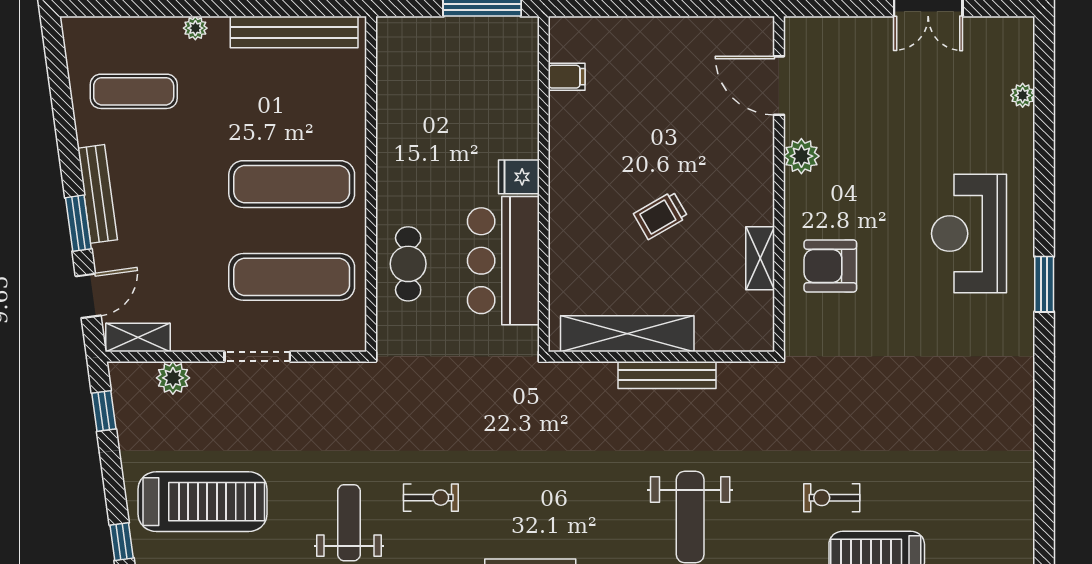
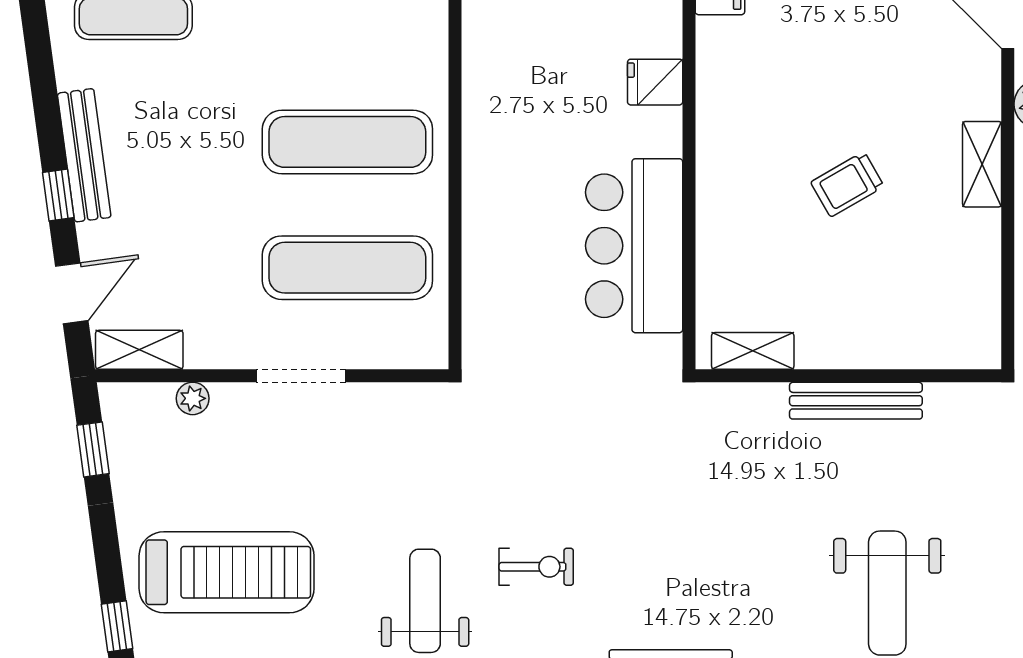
fridge: (519, 177) -> (655, 82), moved
window: (78, 223) -> (58, 195), width x0.67
shelving: (760, 258) -> (982, 164), moved
cafe table: (408, 264) -> (505, 250), removed
shelving: (627, 334) -> (753, 351), width x0.45, depth x0.75
plant: (173, 378) -> (193, 398), width x0.73, depth x0.73

